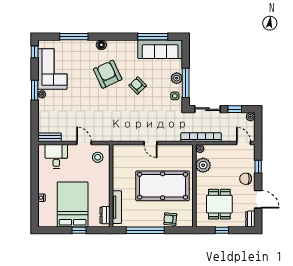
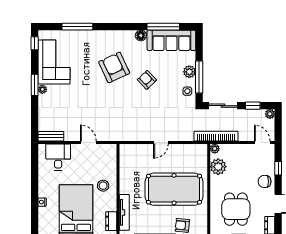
floor lamp: (101, 45) -> (141, 35), moved
door: (150, 143) -> (161, 143), hinge flipped
stool: (98, 157) -> (103, 186), moved

